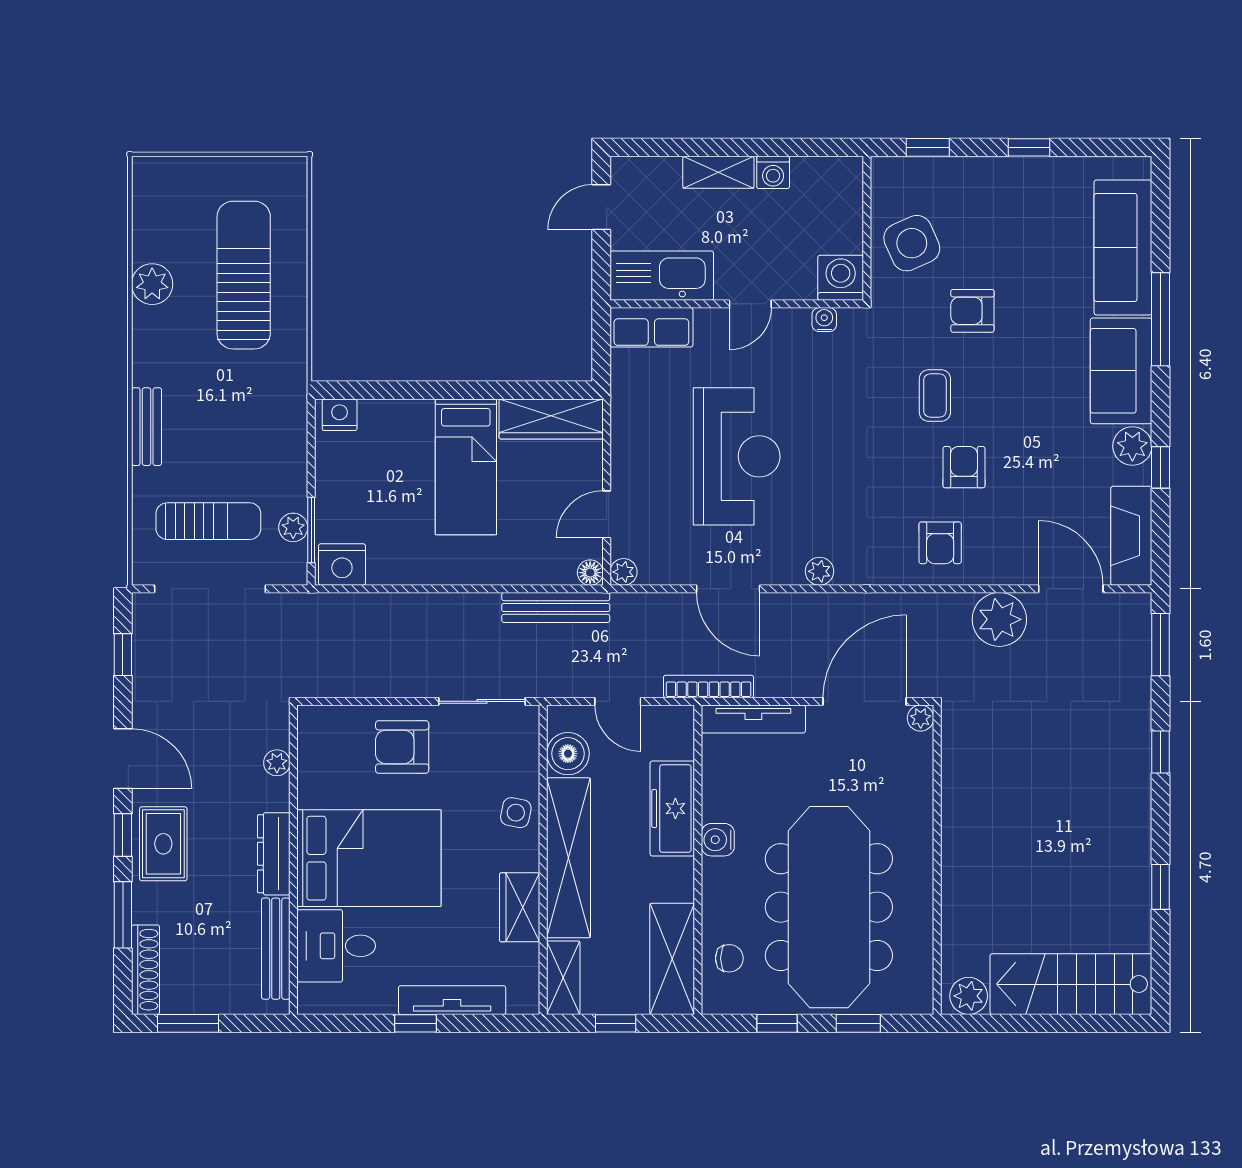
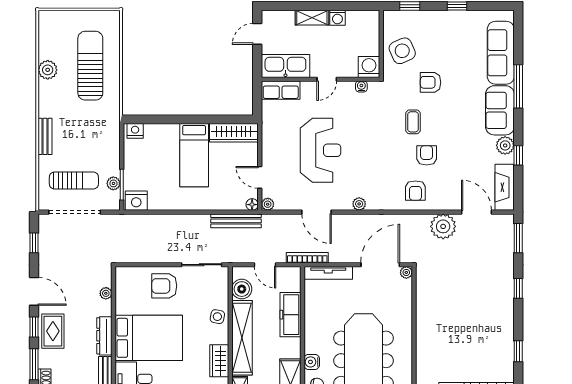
door: (607, 514) -> (260, 177), hinge flipped
water cooler: (718, 840) -> (312, 362), moved

